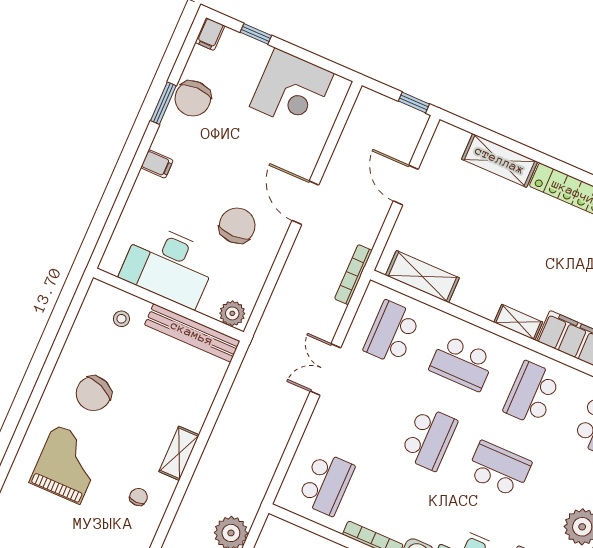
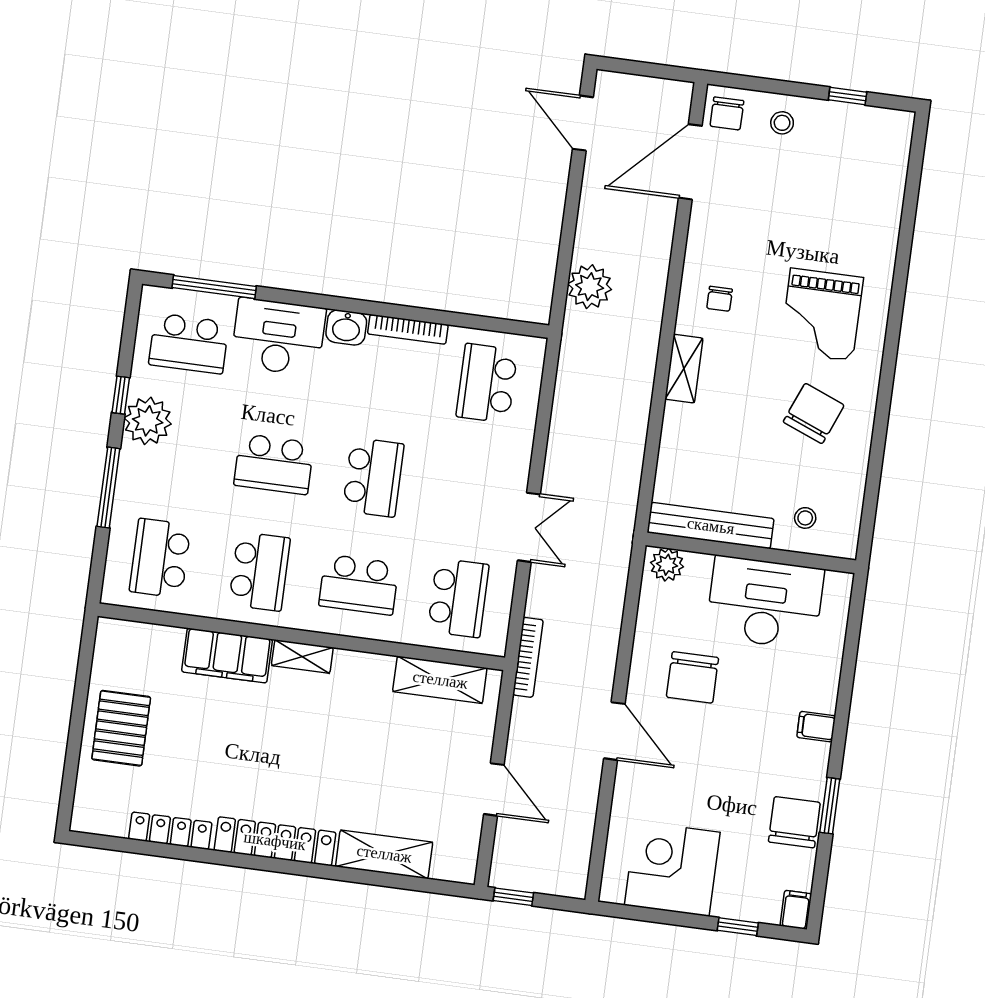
school desk: (462, 363) -> (359, 585), turned 180
school desk: (429, 439) -> (373, 477), turned 180

